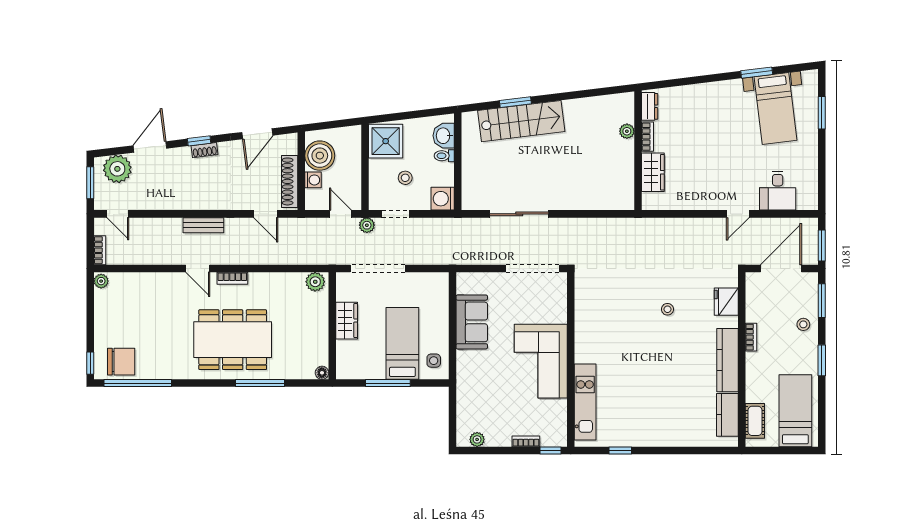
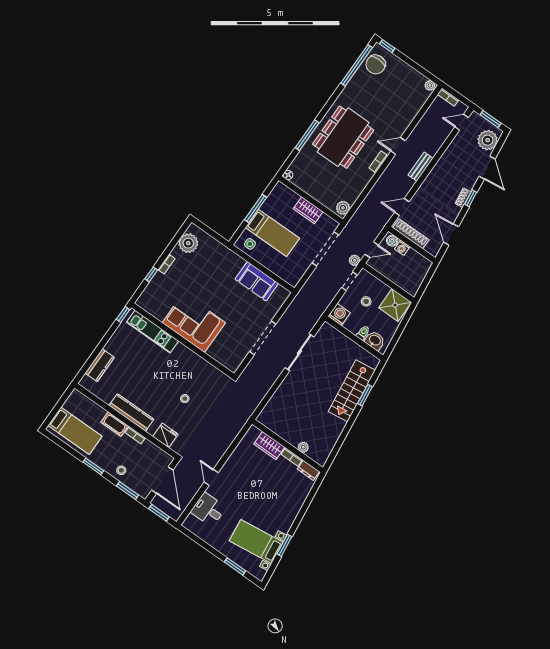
boiler: (320, 156) -> (392, 241), moved, width x0.54, depth x0.54
wall: (571, 359) -> (183, 341), moved
corner sofa: (541, 361) -> (194, 323), moved
kitchen unit: (585, 402) -> (152, 332), moved
kitchen counter: (727, 415) -> (100, 365), moved, turned 90
cot: (755, 421) -> (115, 424), moved
plant: (477, 439) -> (188, 243), width x1.87, depth x1.87

